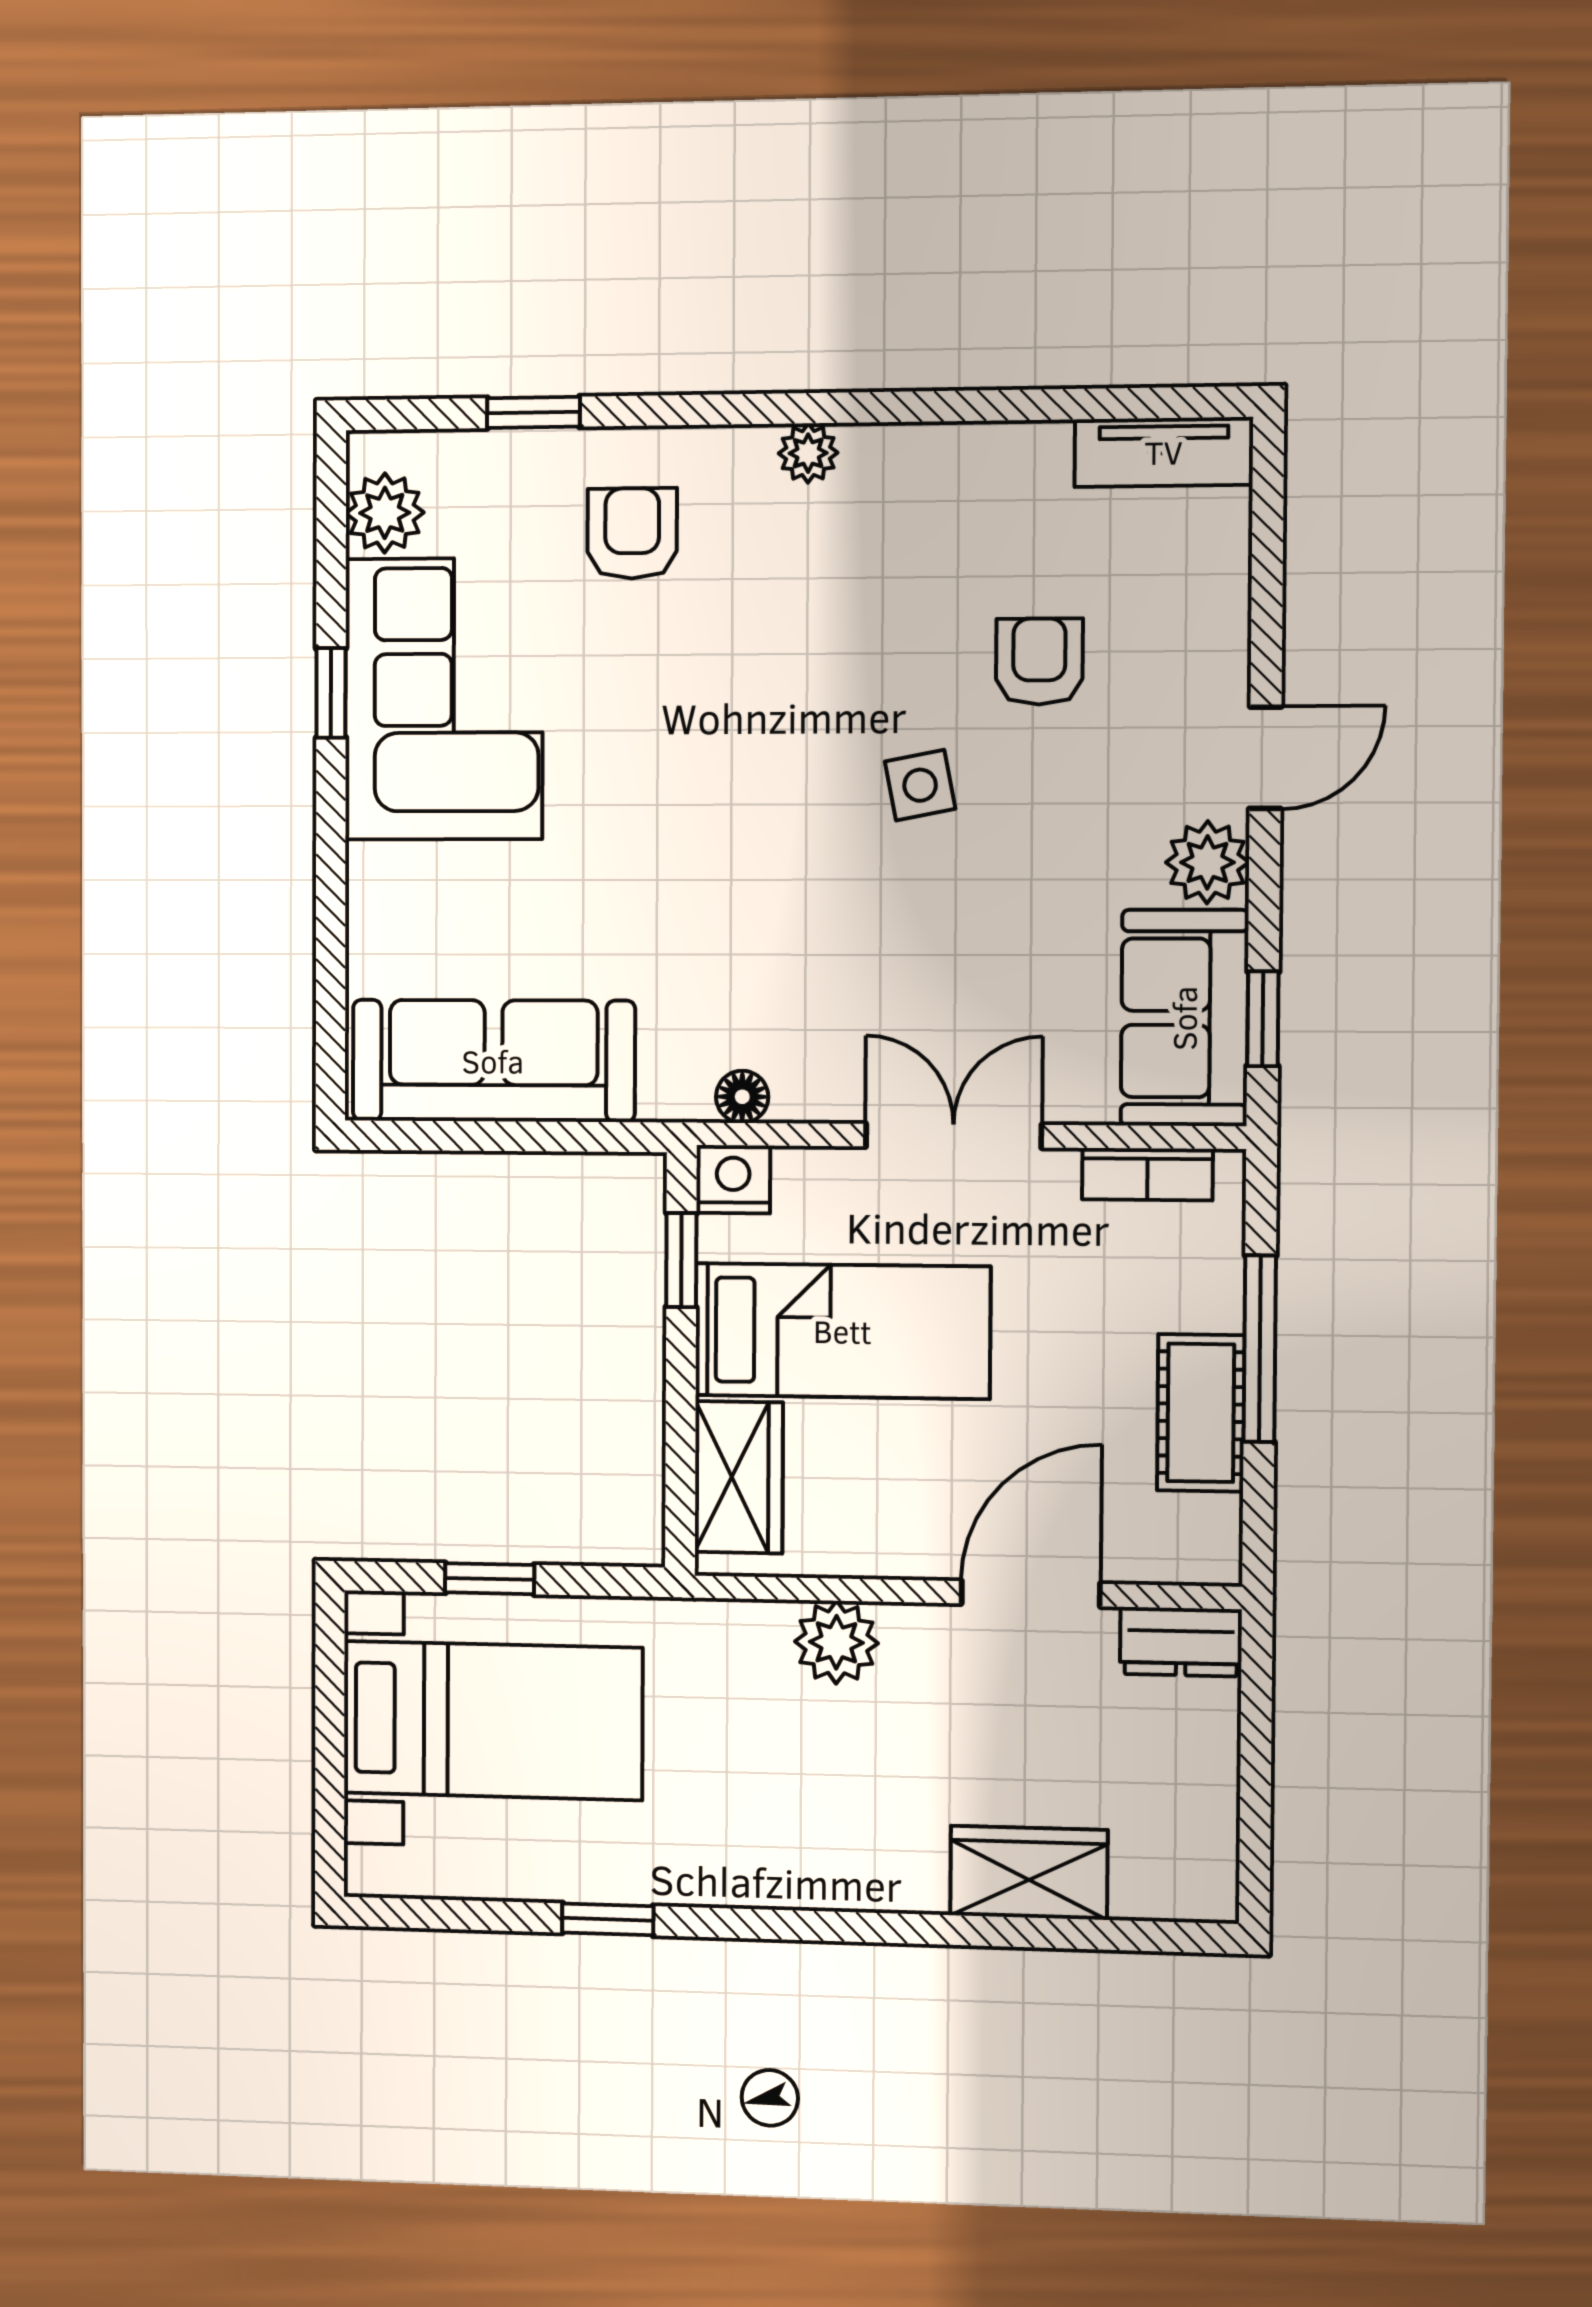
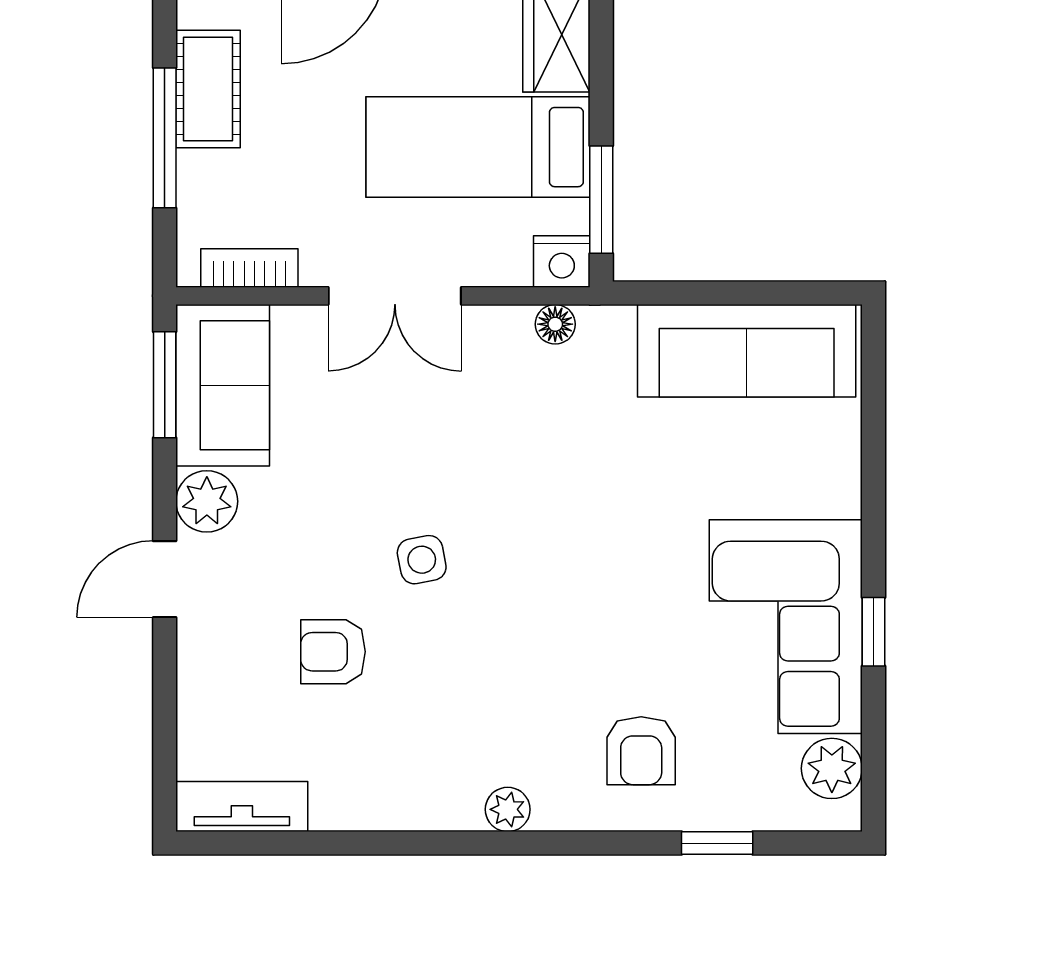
armchair: (1039, 662) -> (333, 652), turned 90
window: (1263, 1019) -> (165, 385), width x1.50
window: (681, 1260) -> (601, 200), width x1.50

